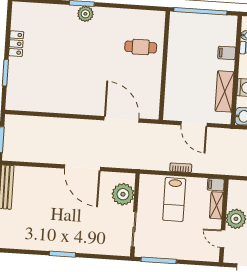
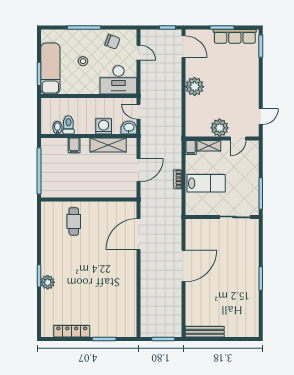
plant: (85, 14) -> (48, 282), moved
locker: (16, 44) -> (72, 331), width x1.53
plant: (123, 194) -> (204, 229), removed

